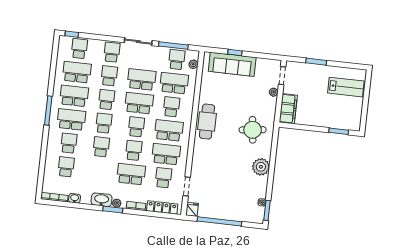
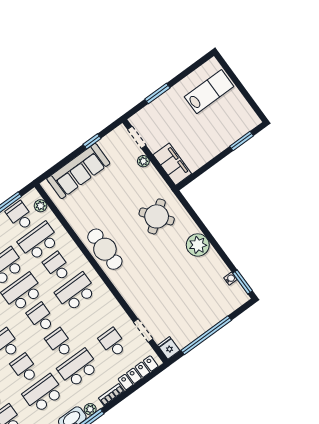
window: (235, 53) -> (92, 141), moved
round table: (253, 130) -> (157, 216), turned -30
school desk: (166, 154) -> (43, 394), moved

